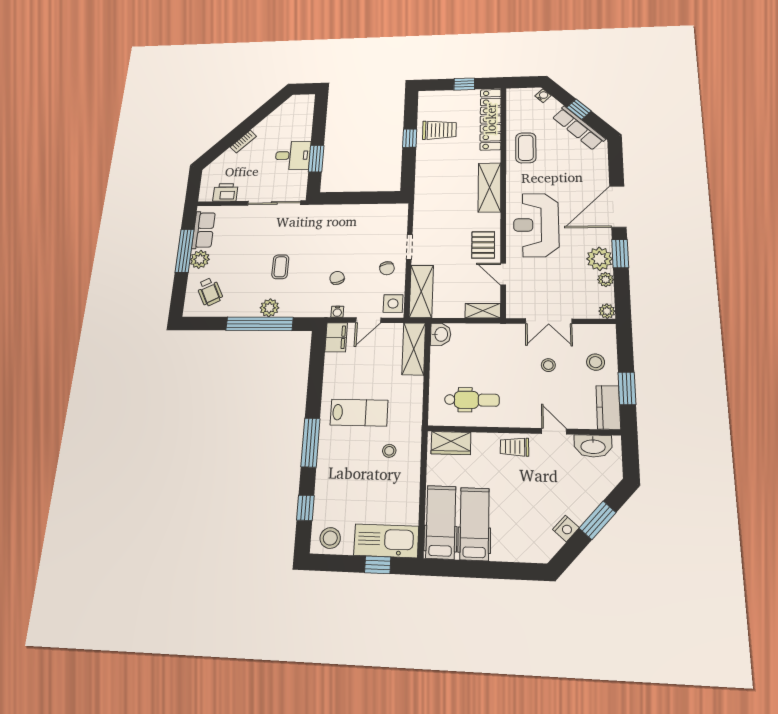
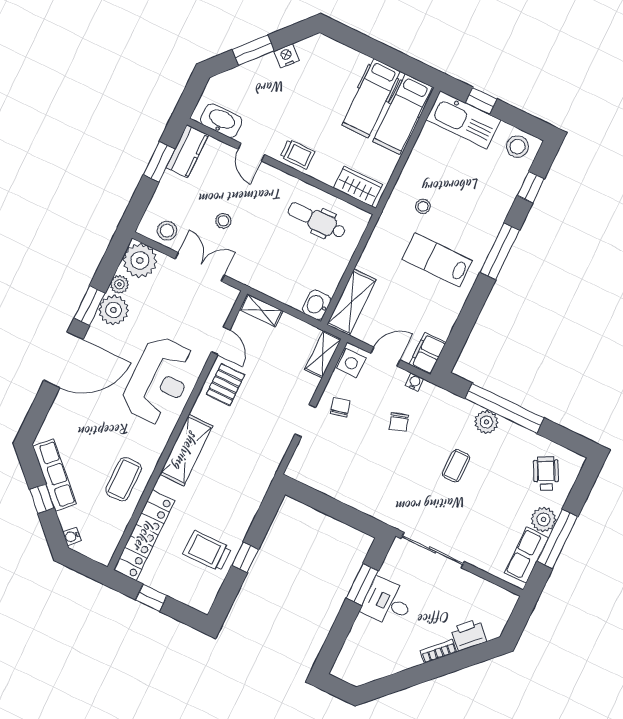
printer: (225, 192) -> (469, 635), moved, turned 135
shelving: (421, 291) -> (323, 354), width x0.67, depth x0.75
plant: (607, 311) -> (140, 260), width x1.88, depth x1.88
stool: (596, 362) -> (167, 231), moved

